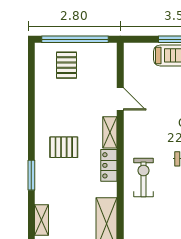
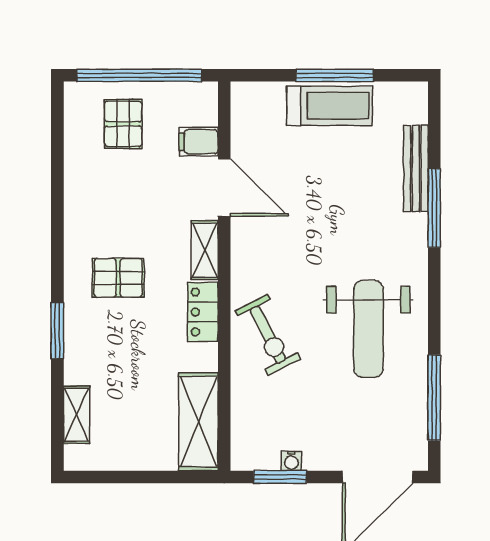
filing cabinet: (107, 75) -> (199, 142), added
door: (120, 99) -> (224, 187), width x1.38
exercise bike: (144, 177) -> (268, 335), turned 153

